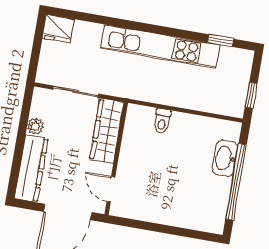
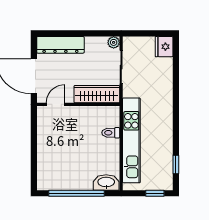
kitchen unit: (160, 46) -> (131, 140), moved, turned 180
window: (251, 95) -> (155, 193), moved
plant: (35, 126) -> (114, 42), moved
washbasin: (225, 158) -> (106, 182), moved

